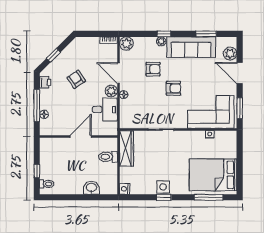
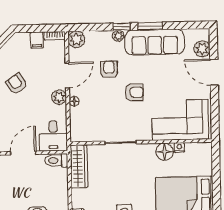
window: (206, 34) -> (150, 26), moved
filing cabinet: (94, 44) -> (37, 40), added
armchair: (153, 69) -> (109, 70), turned -90
door: (118, 73) -> (67, 75), swing flipped
window: (240, 108) -> (215, 115), removed
desk: (105, 110) -> (53, 136), moved, turned 90
floor lamp: (197, 138) -> (165, 152), added
toilet: (108, 157) -> (56, 161), moved

